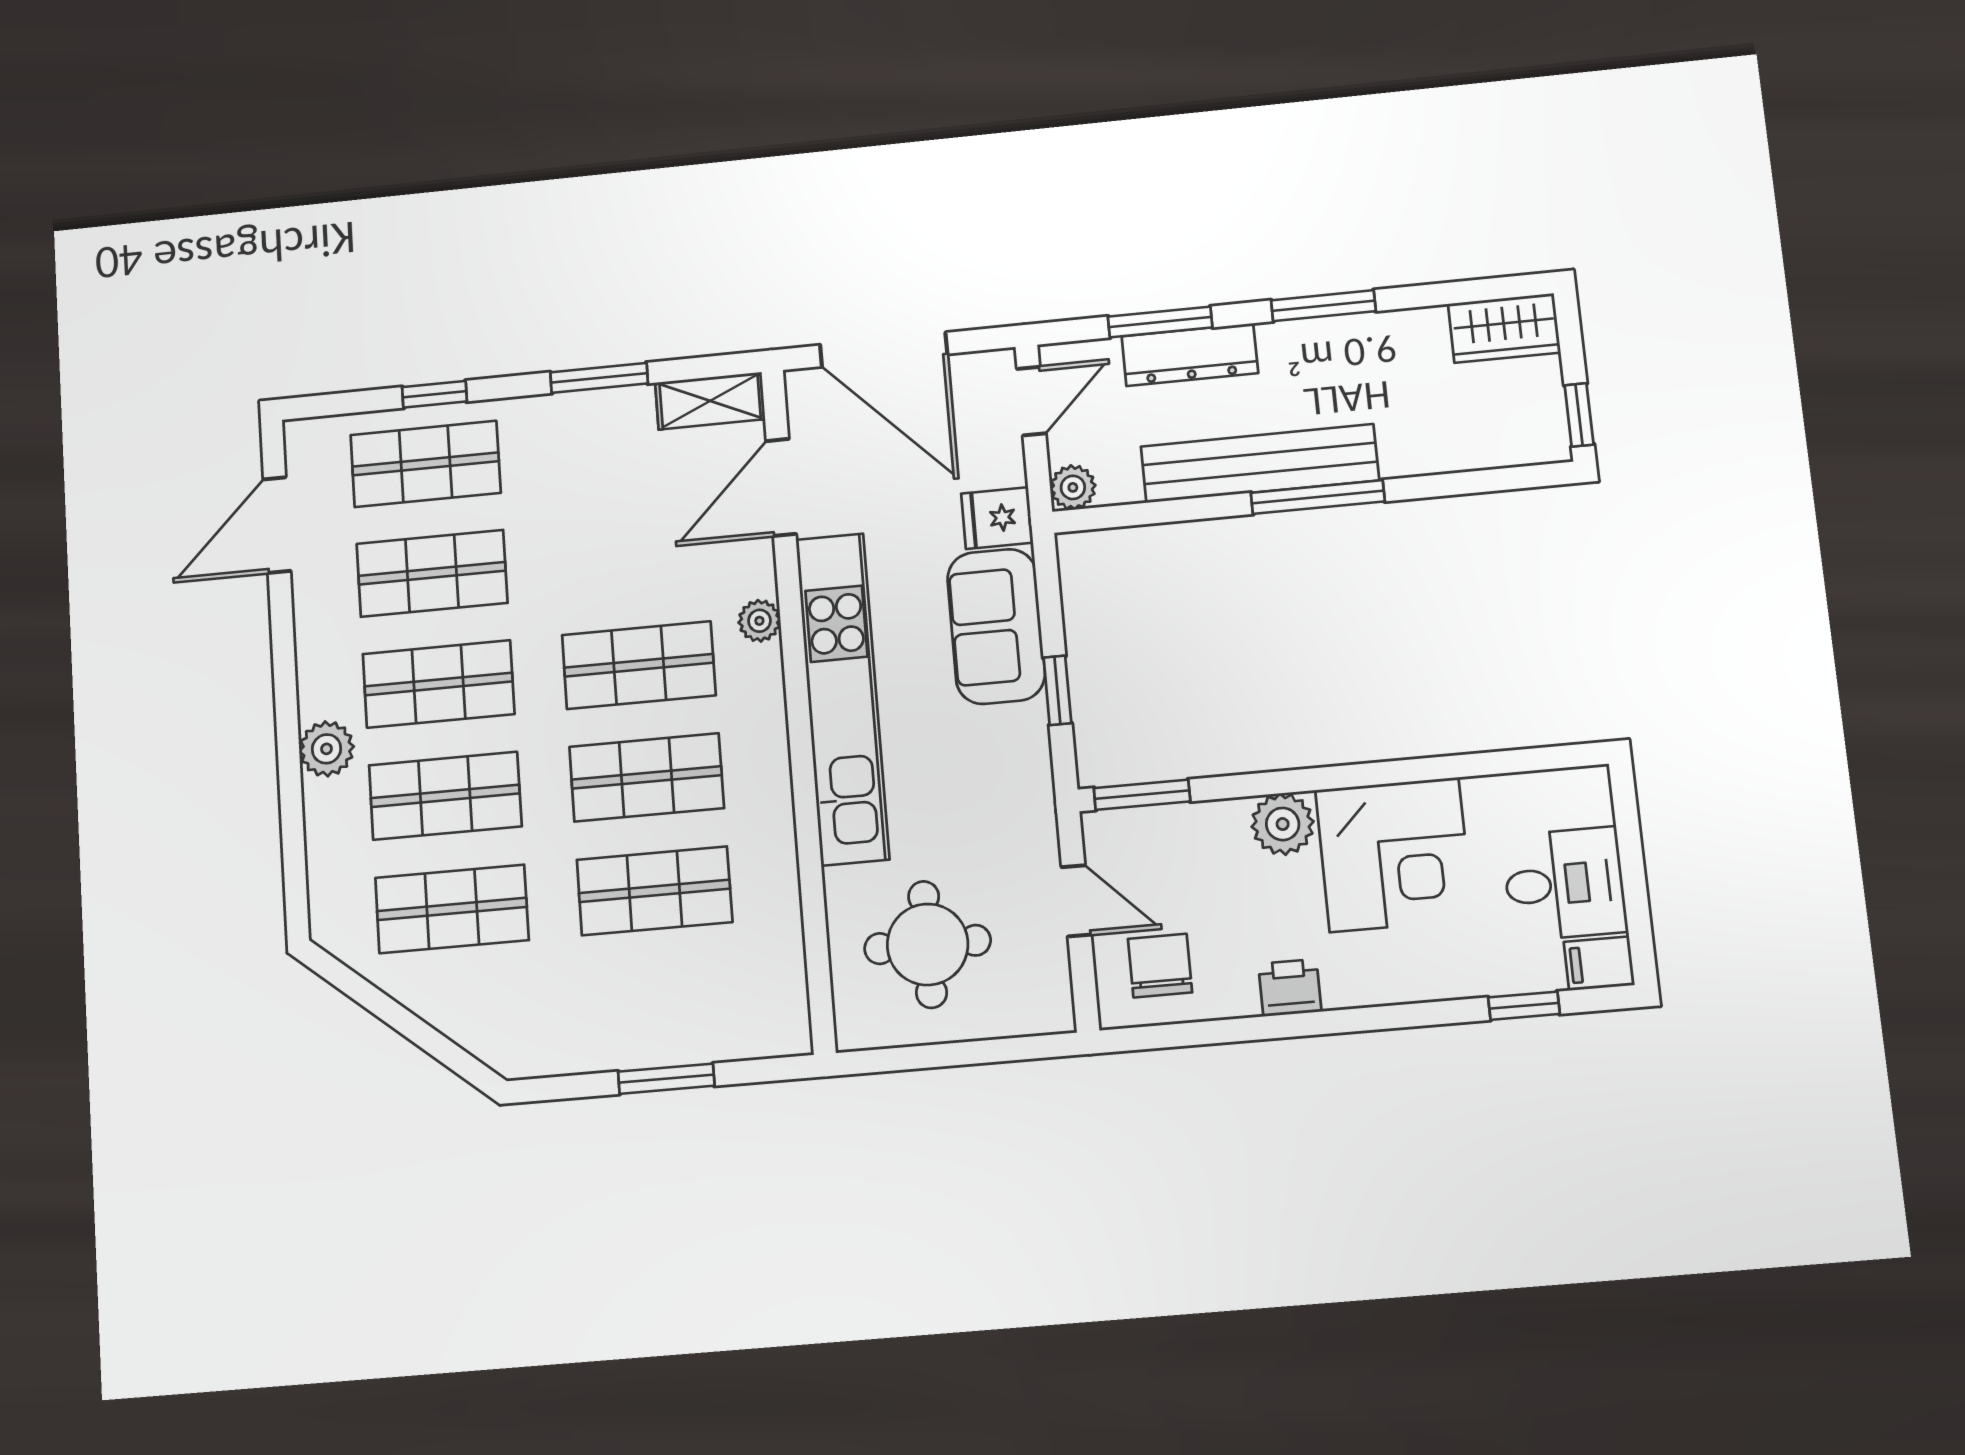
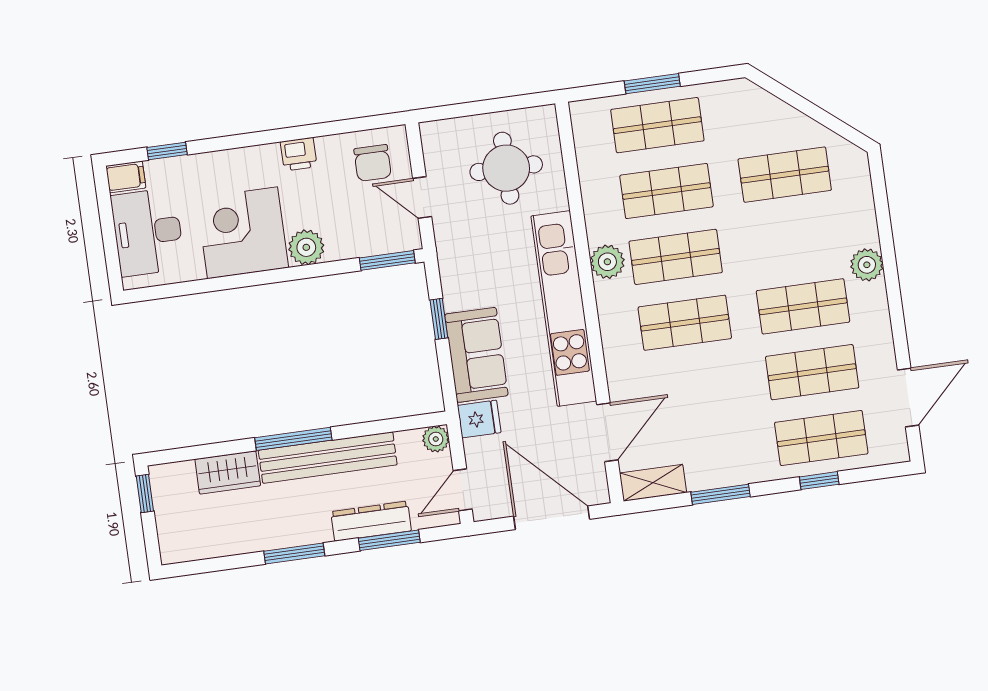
wardrobe: (1504, 328) -> (228, 472), moved, turned 180
plant: (759, 621) -> (607, 262), moved, width x1.38, depth x1.38
shop shelf: (445, 796) -> (657, 125), moved
desk: (1564, 884) -> (148, 232), width x1.37

